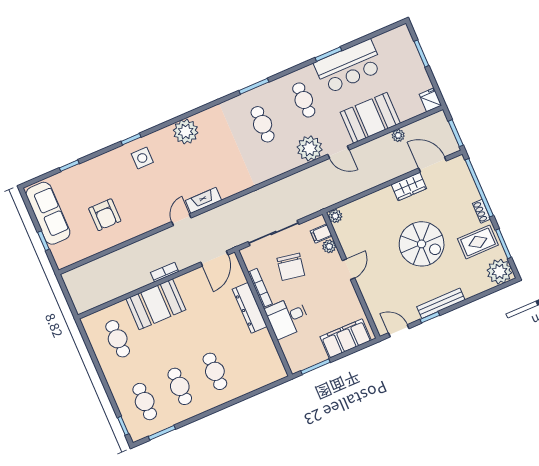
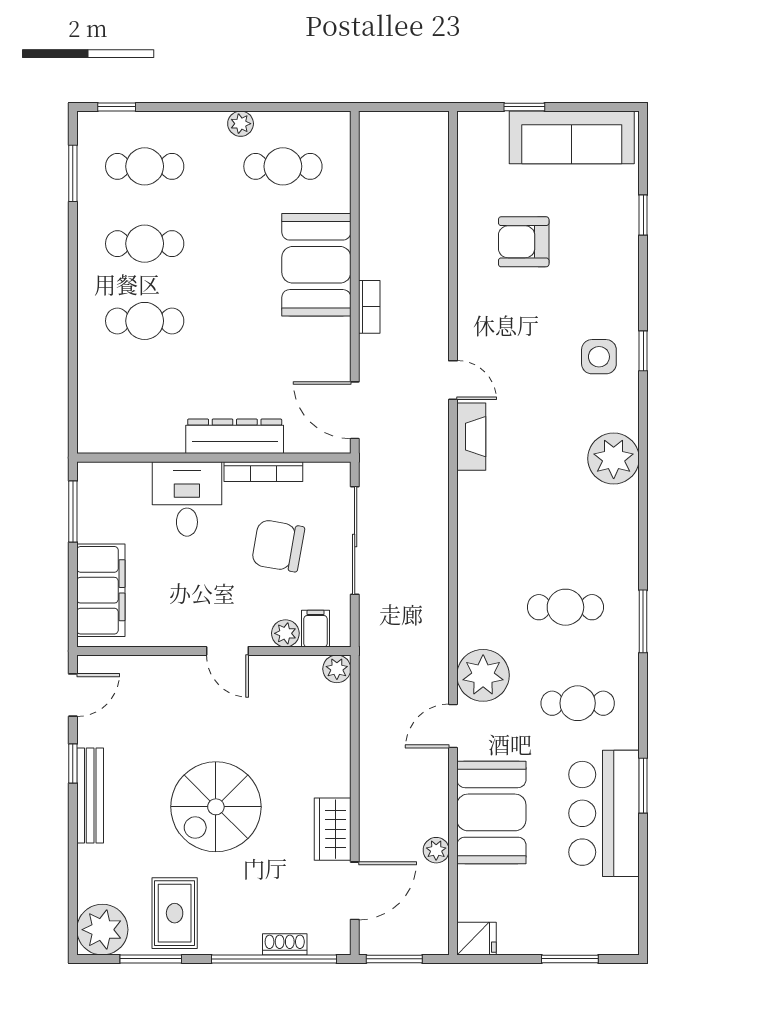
shoe rack: (481, 211) -> (285, 944), moved
plant: (107, 366) -> (241, 124), added

